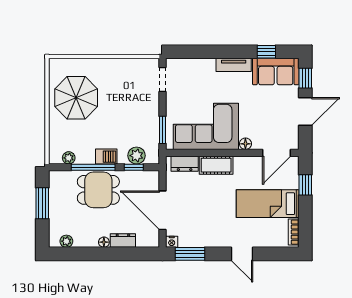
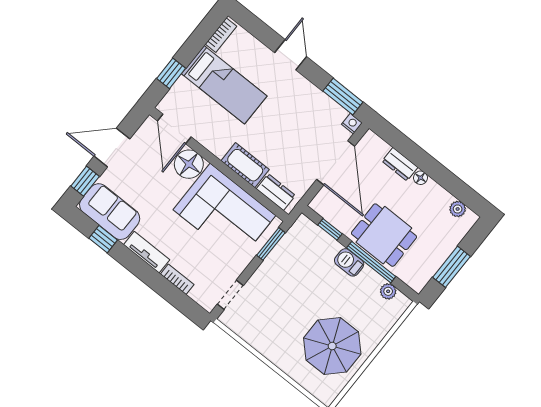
bookcase: (202, 63) -> (177, 279), added
floor lamp: (245, 144) -> (189, 164), width x1.89, depth x1.89
door: (277, 153) -> (174, 129), swing flipped
plant: (137, 156) -> (318, 239), removed

